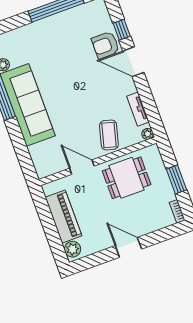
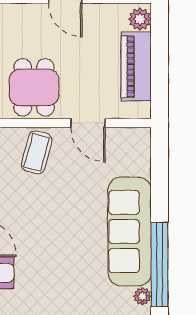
dining table: (127, 178) -> (34, 87), turned 90

